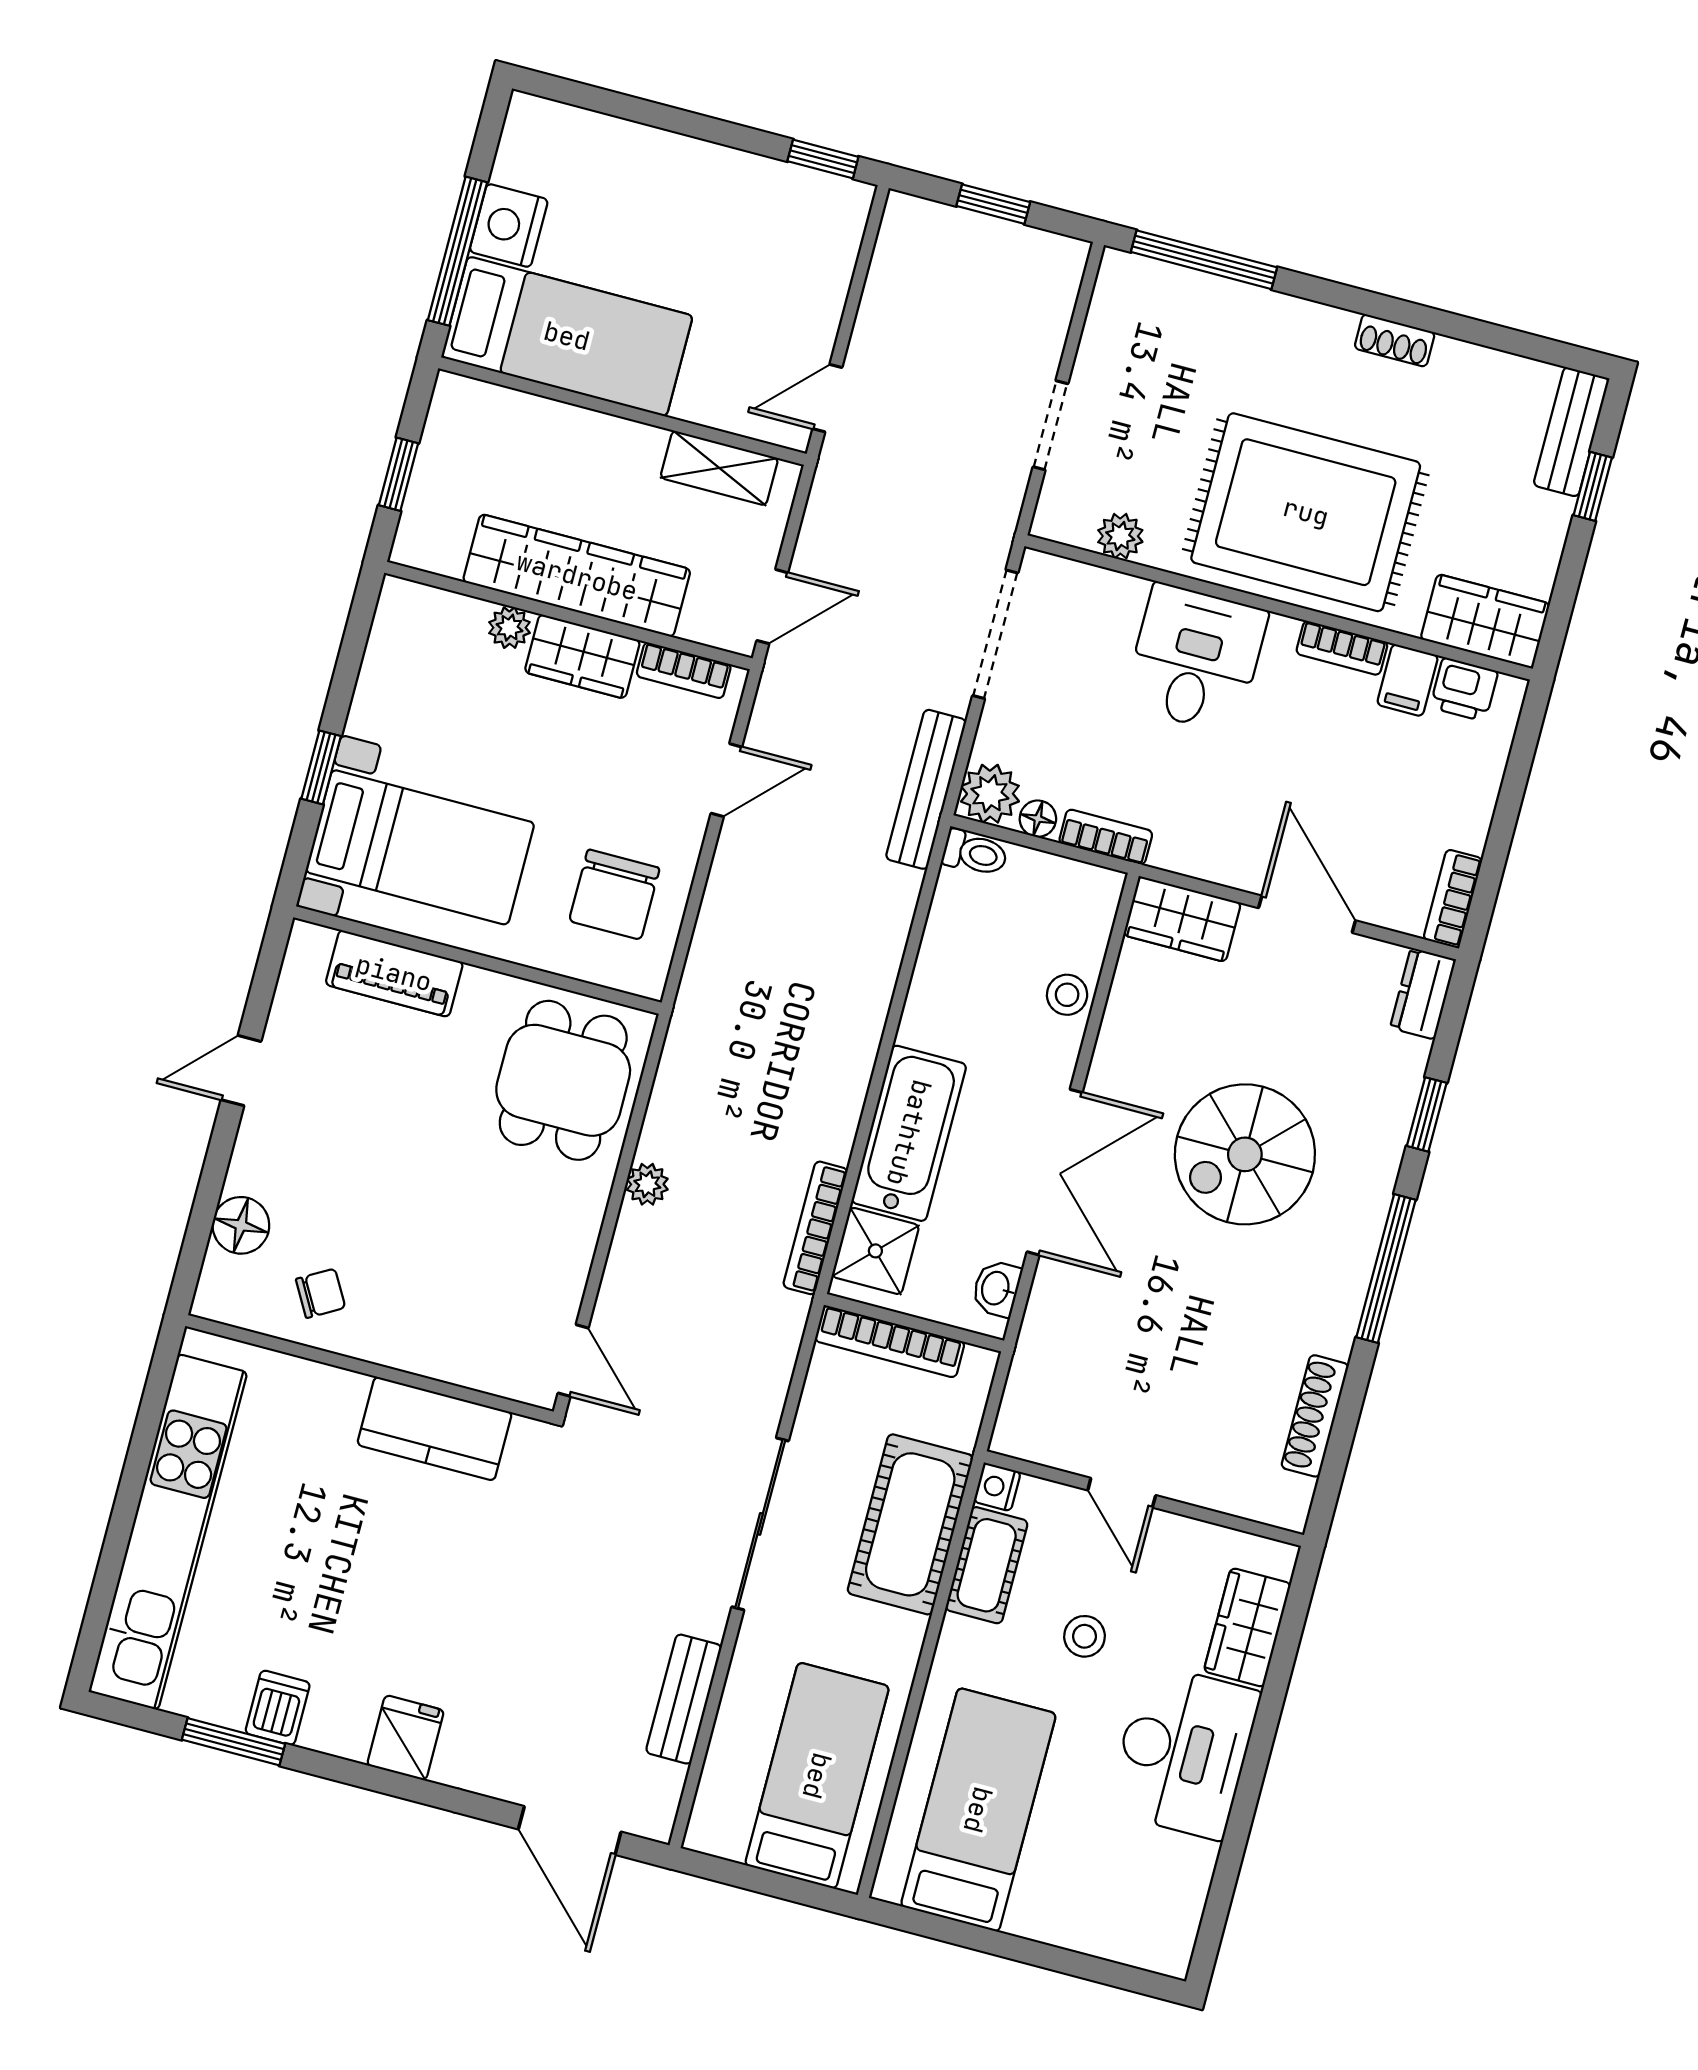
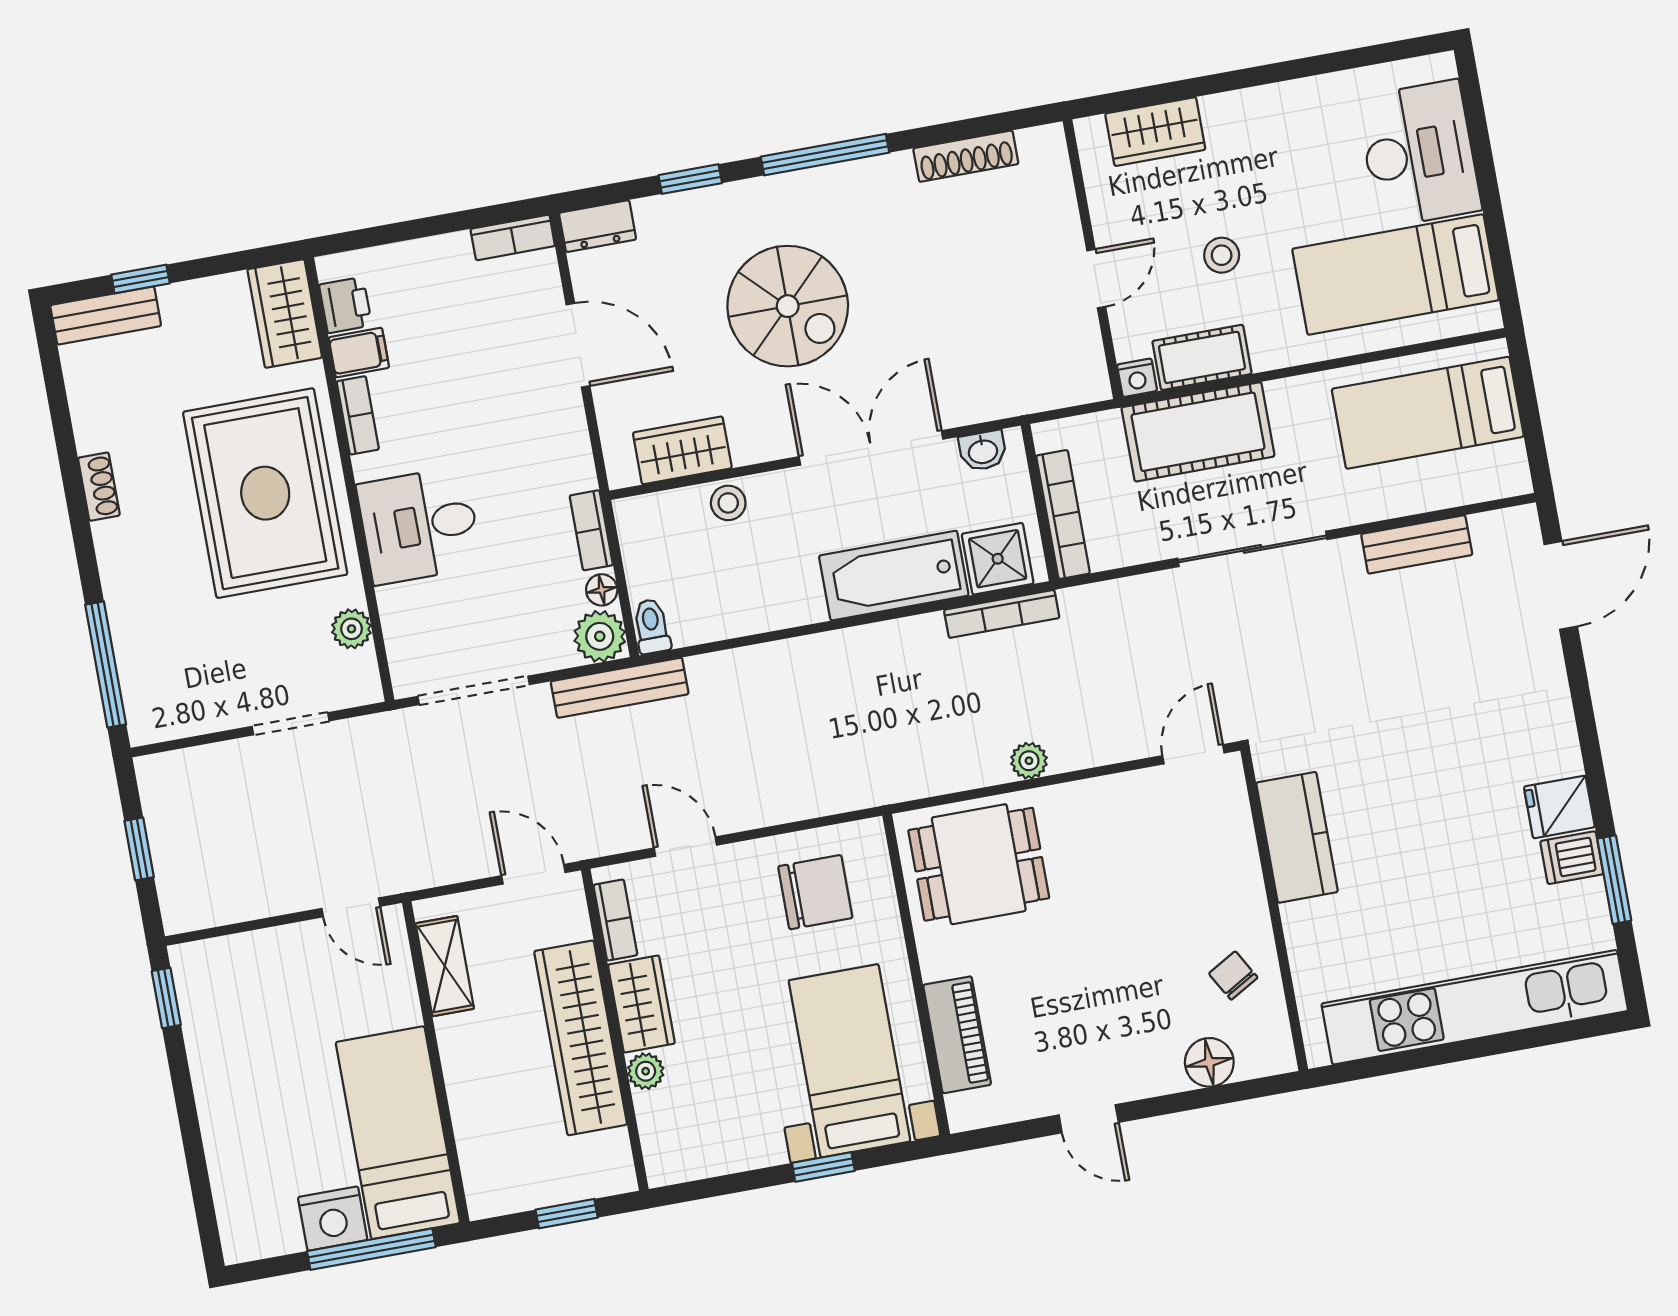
door: (1307, 914) -> (578, 345), swing flipped
wardrobe: (1182, 919) -> (682, 450), moved, turned -90
fridge: (405, 1738) -> (1559, 807), moved
desk: (1184, 1751) -> (1419, 154), moved, turned 90

